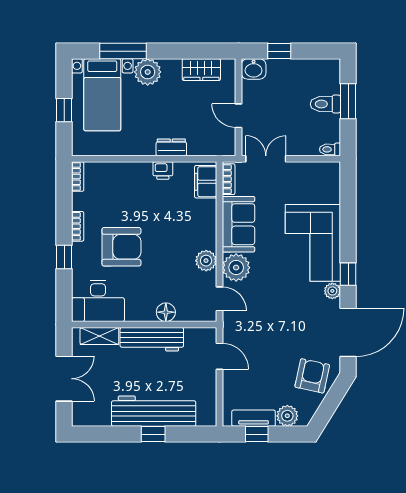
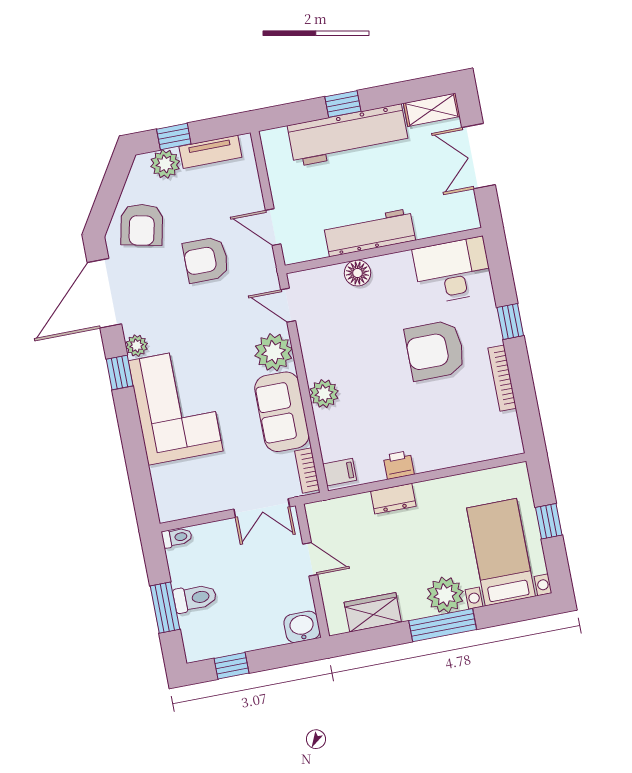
window: (123, 51) -> (443, 625), moved
window: (279, 51) -> (232, 666), moved
bookcase: (78, 177) -> (513, 434), removed
filing cabinet: (206, 182) -> (340, 472), width x0.50
bookcase: (78, 226) -> (502, 378), width x1.56
plant: (206, 261) -> (324, 394), moved
shelving: (99, 336) -> (432, 110), moved
armchair: (271, 342) -> (206, 260), added
window: (257, 434) -> (174, 136), moved

